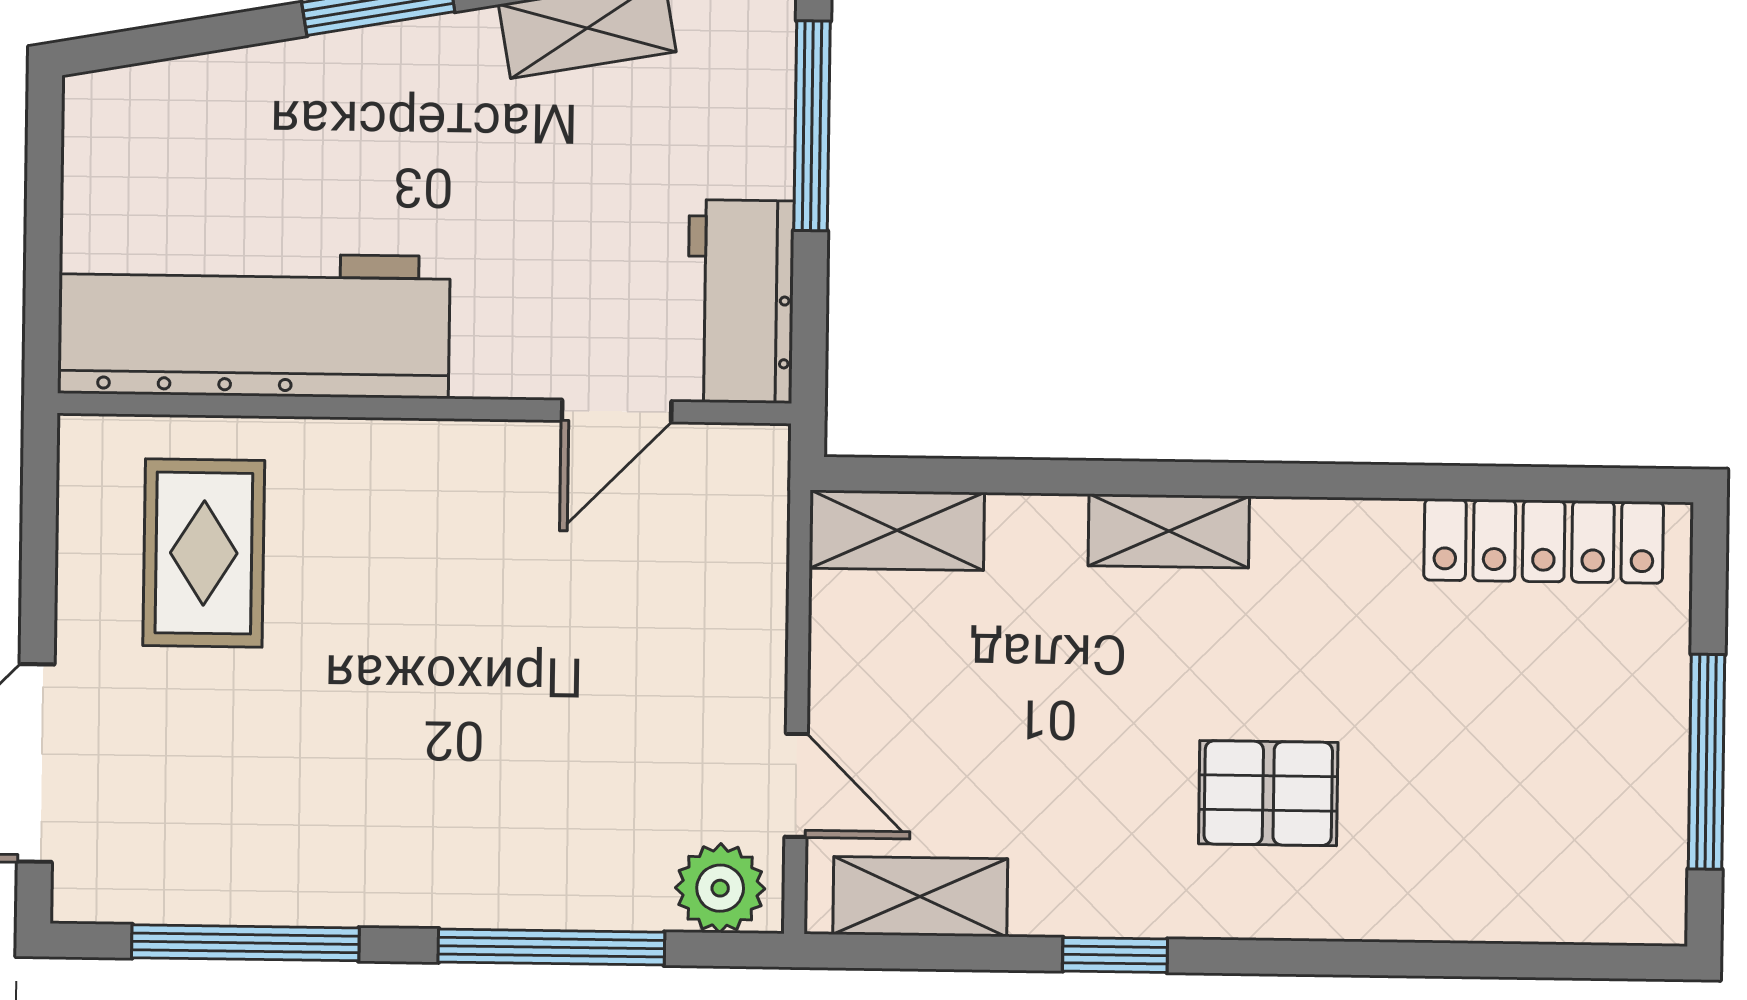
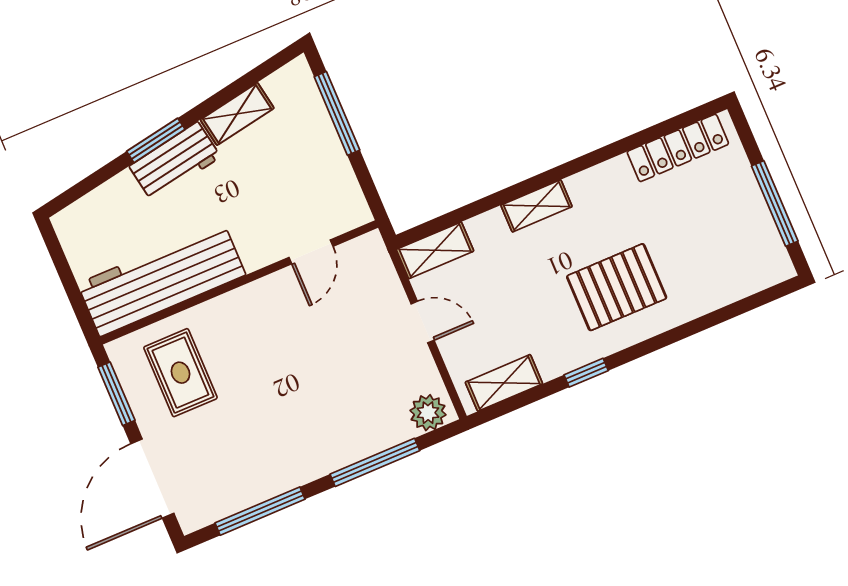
workbench: (741, 301) -> (175, 162), moved, turned -100
window: (39, 537) -> (116, 394), added
door: (796, 785) -> (423, 322), moved
pallet: (1268, 793) -> (617, 287), width x1.50, depth x1.42

